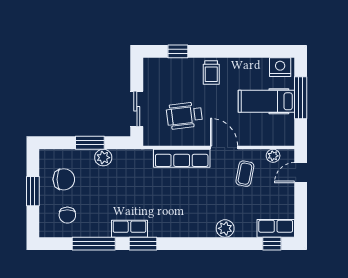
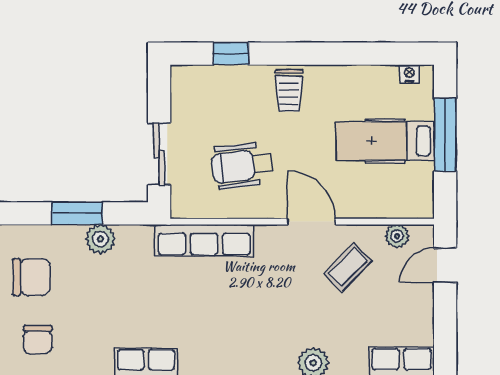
nightstand: (280, 67) -> (409, 74), width x0.53, depth x0.56
row of seats: (182, 158) -> (204, 240), moved
coffee table: (245, 174) -> (348, 267), turned 34

